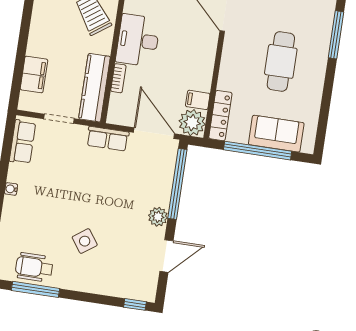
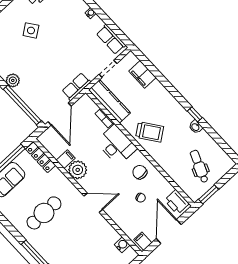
cafe table: (281, 61) -> (44, 213), turned 90
filing cabinet: (198, 100) -> (66, 159), moved
plant: (192, 123) -> (78, 170), moved
door: (154, 133) -> (60, 114), hinge flipped

